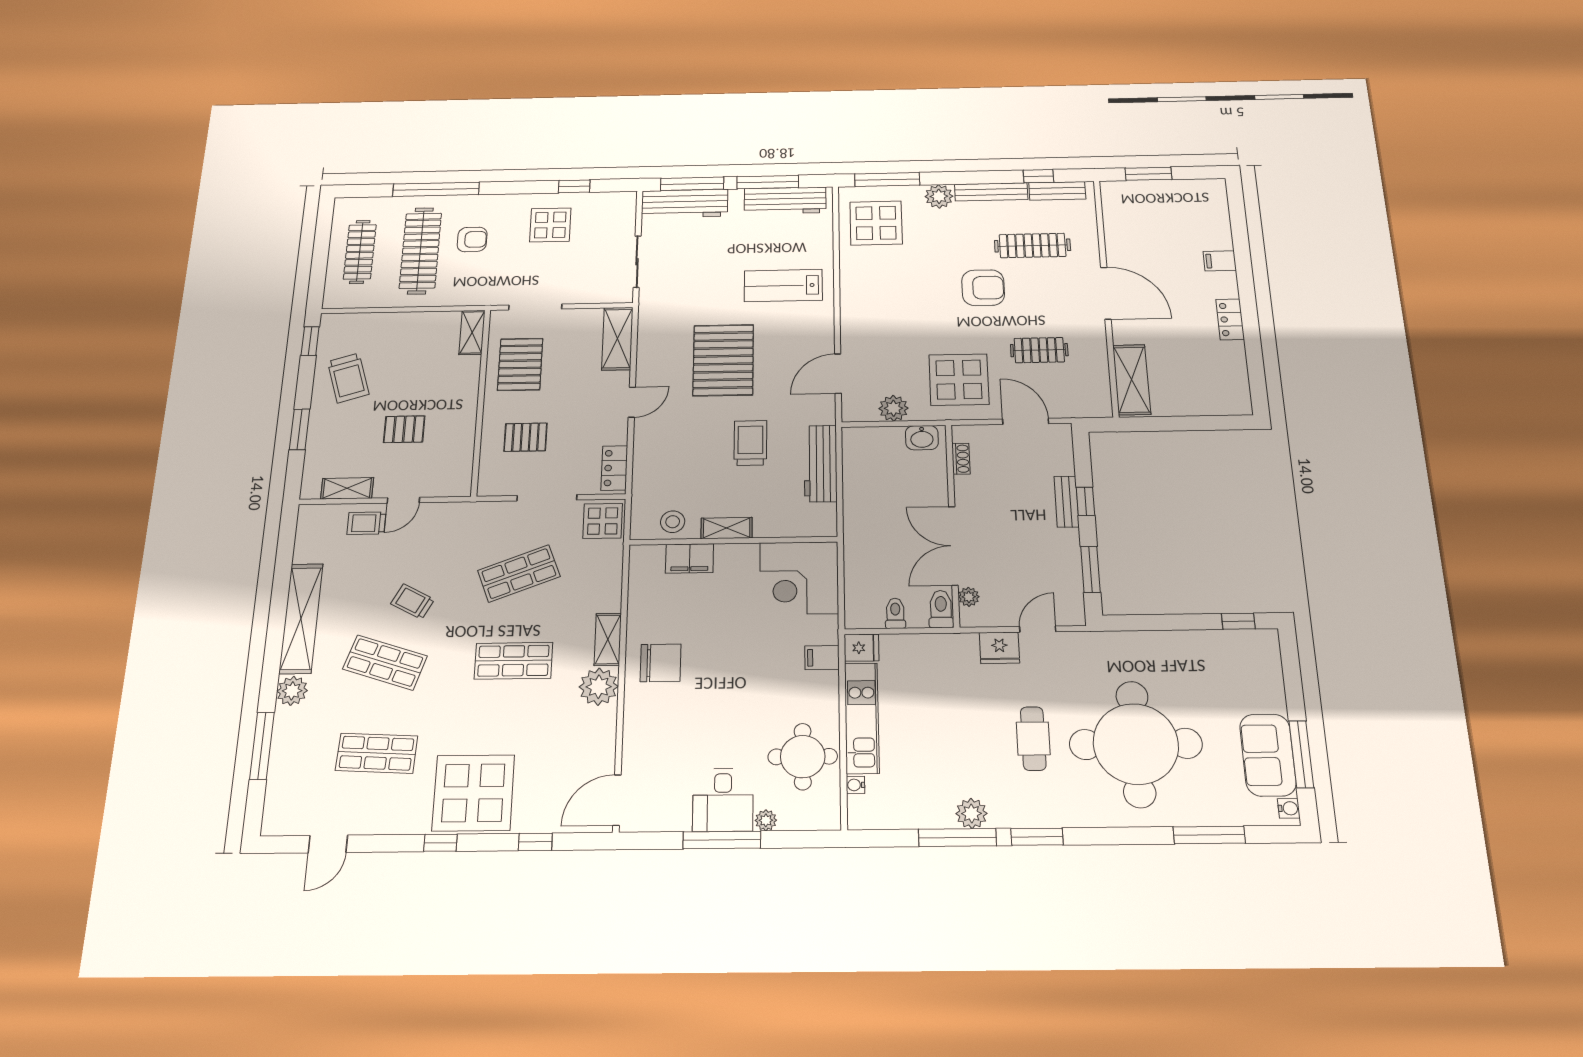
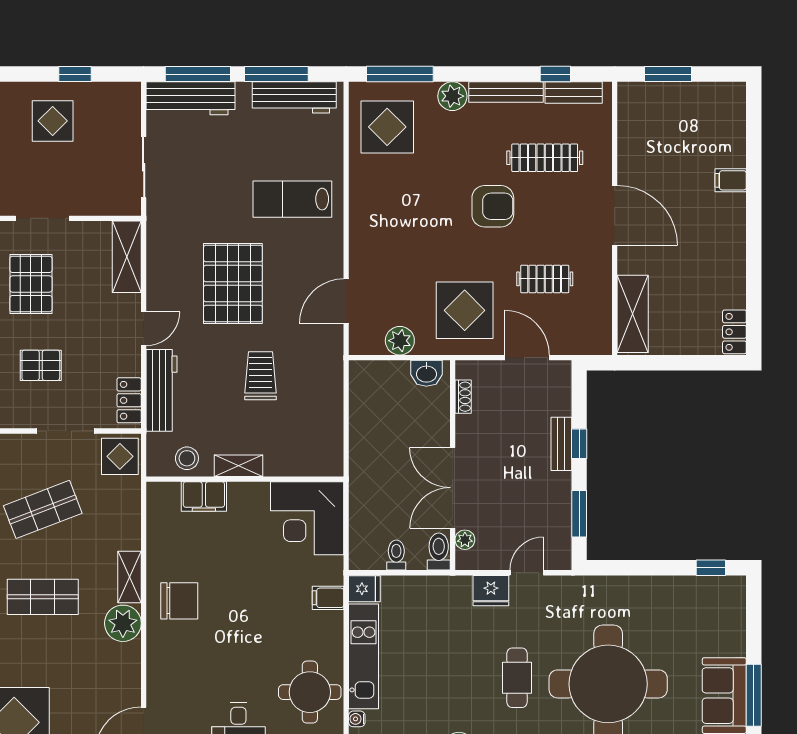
locker: (1230, 319) -> (734, 332), moved
workbench: (821, 463) -> (162, 390), moved, turned 180

